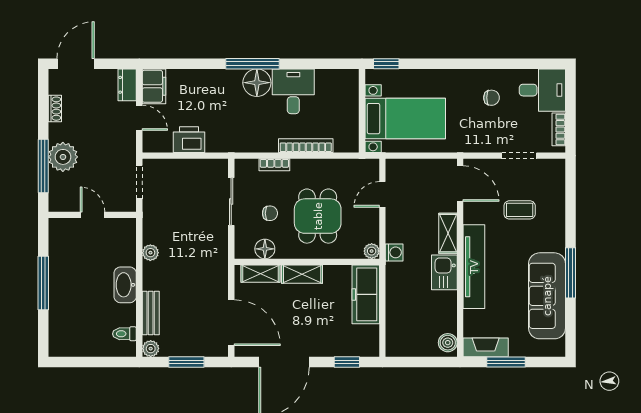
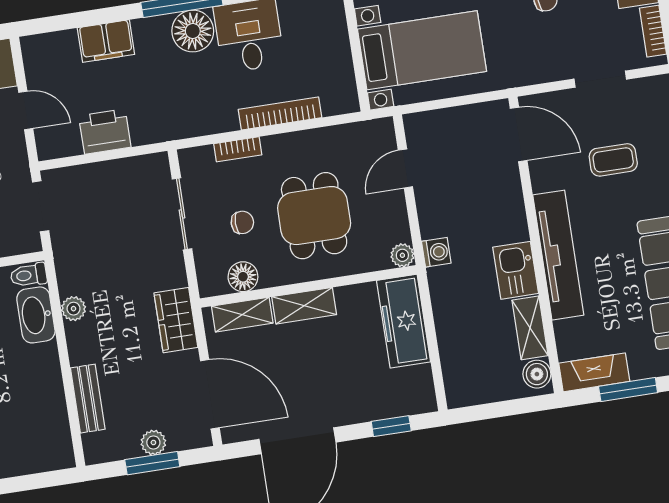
filing cabinet: (154, 86) -> (106, 41), moved, turned 90
shelving: (448, 233) -> (530, 328), moved
wardrobe: (216, 271) -> (176, 320), added
washbasin: (125, 285) -> (36, 315), moved
toilet: (124, 334) -> (29, 275), moved
plant: (151, 349) -> (153, 442), moved

